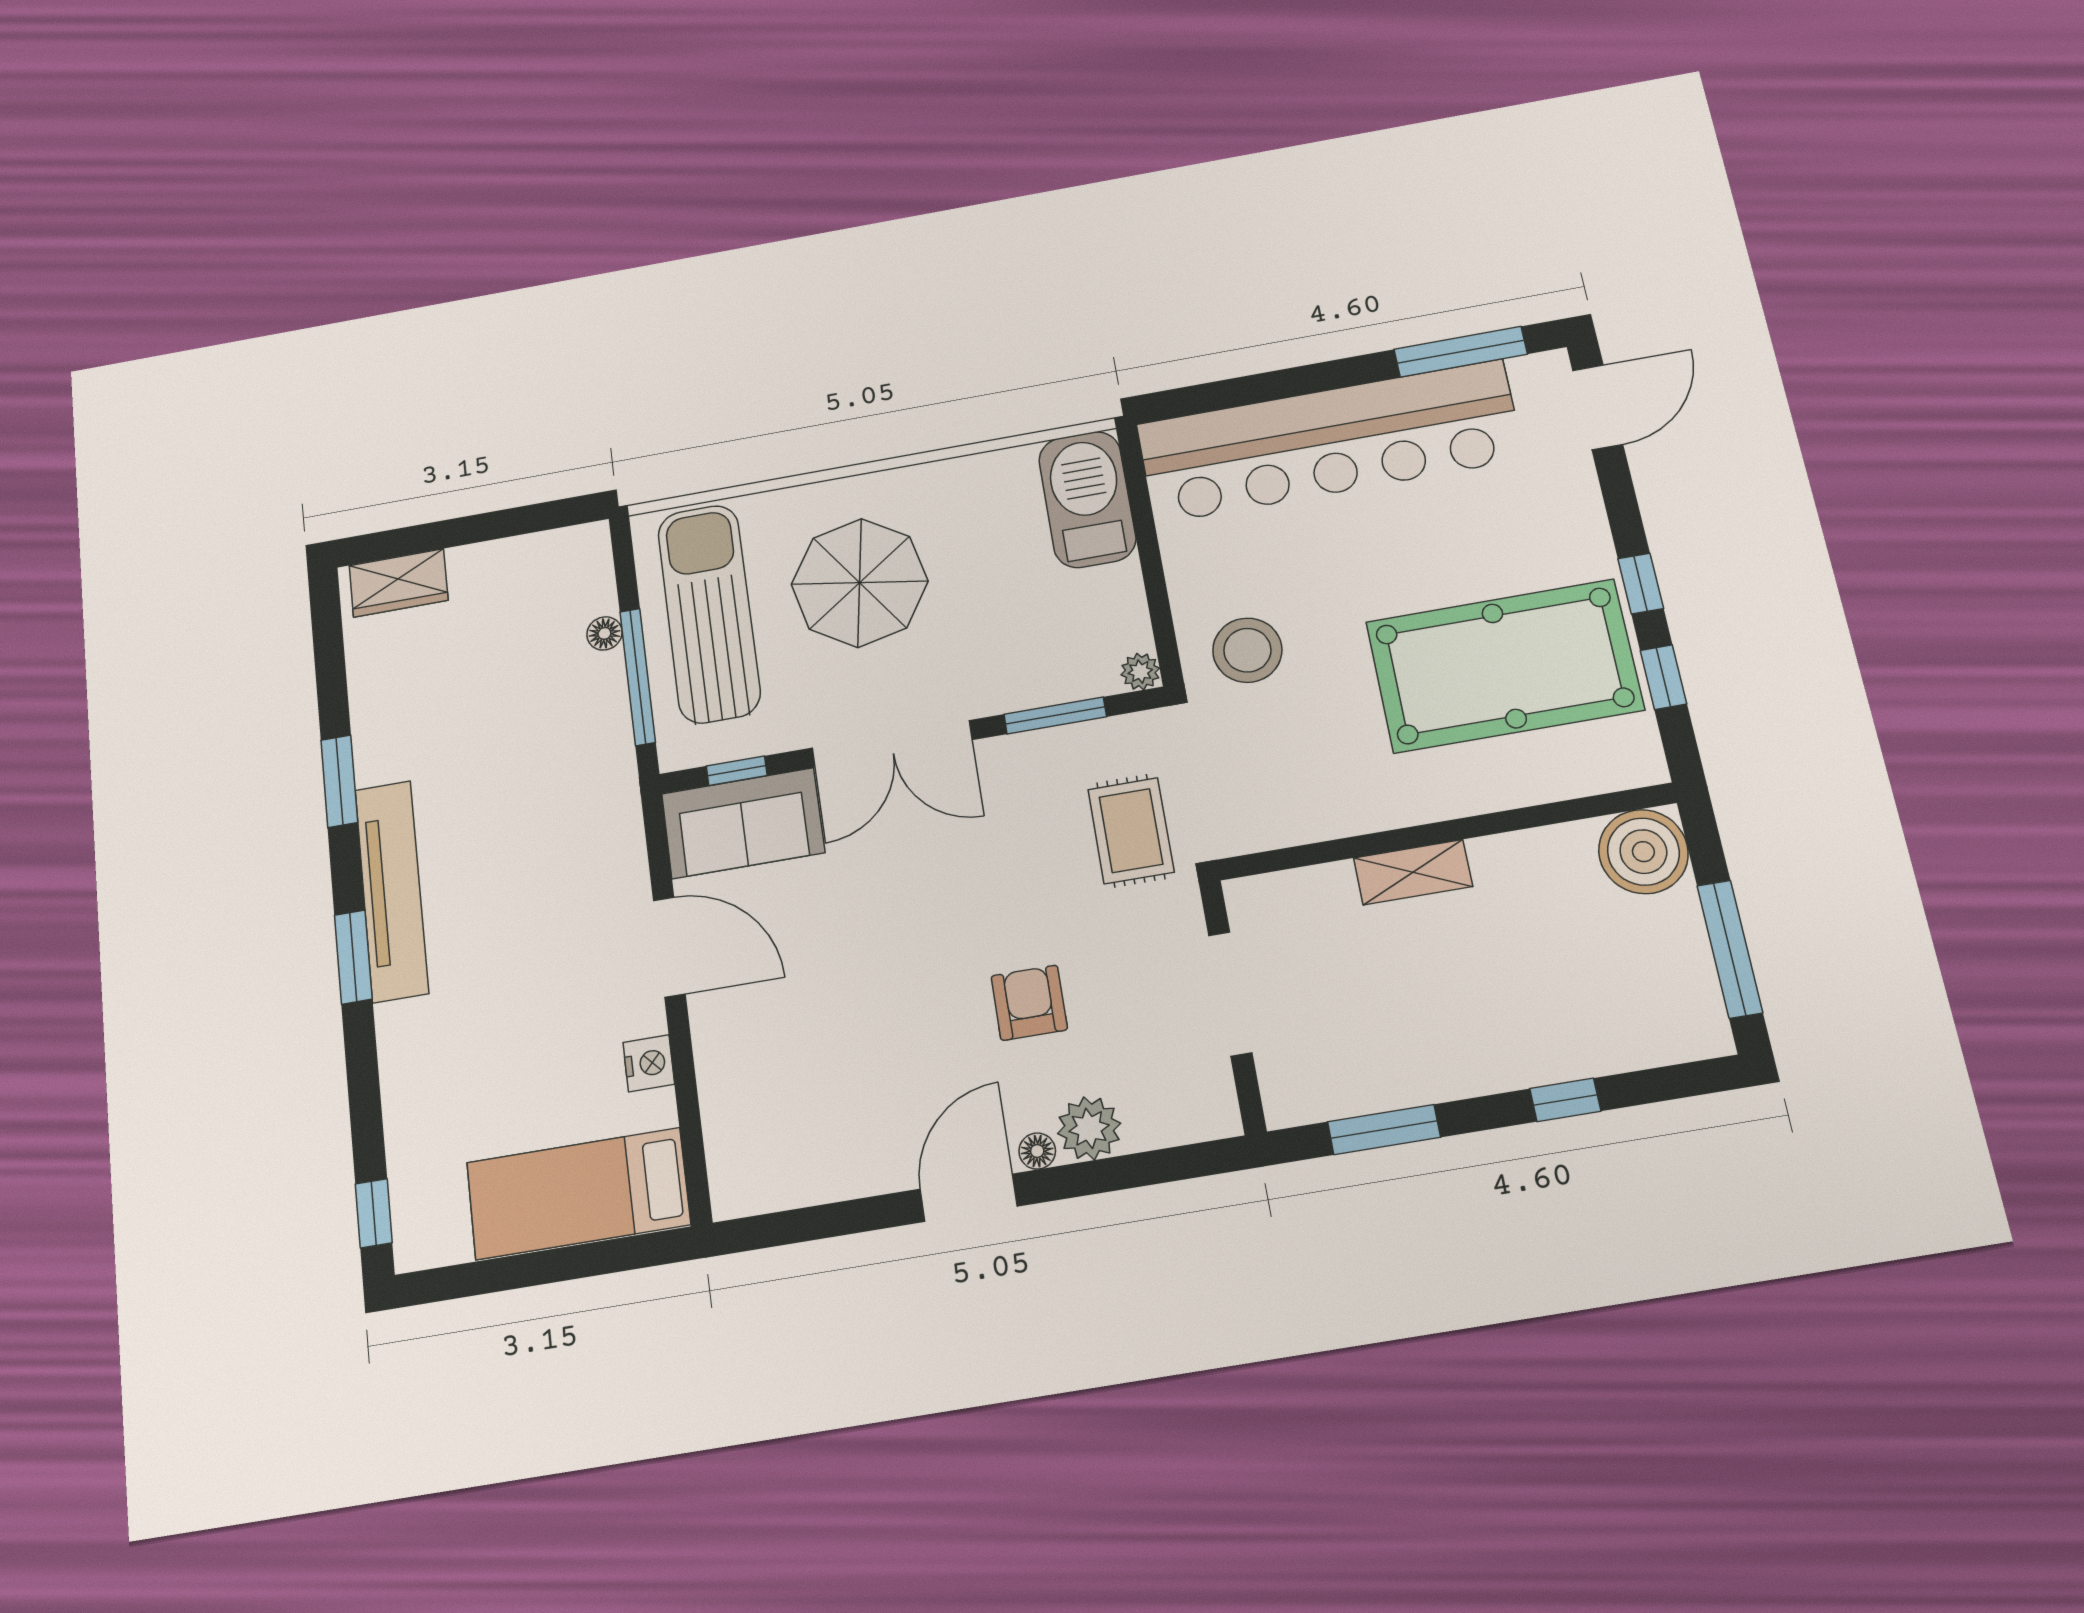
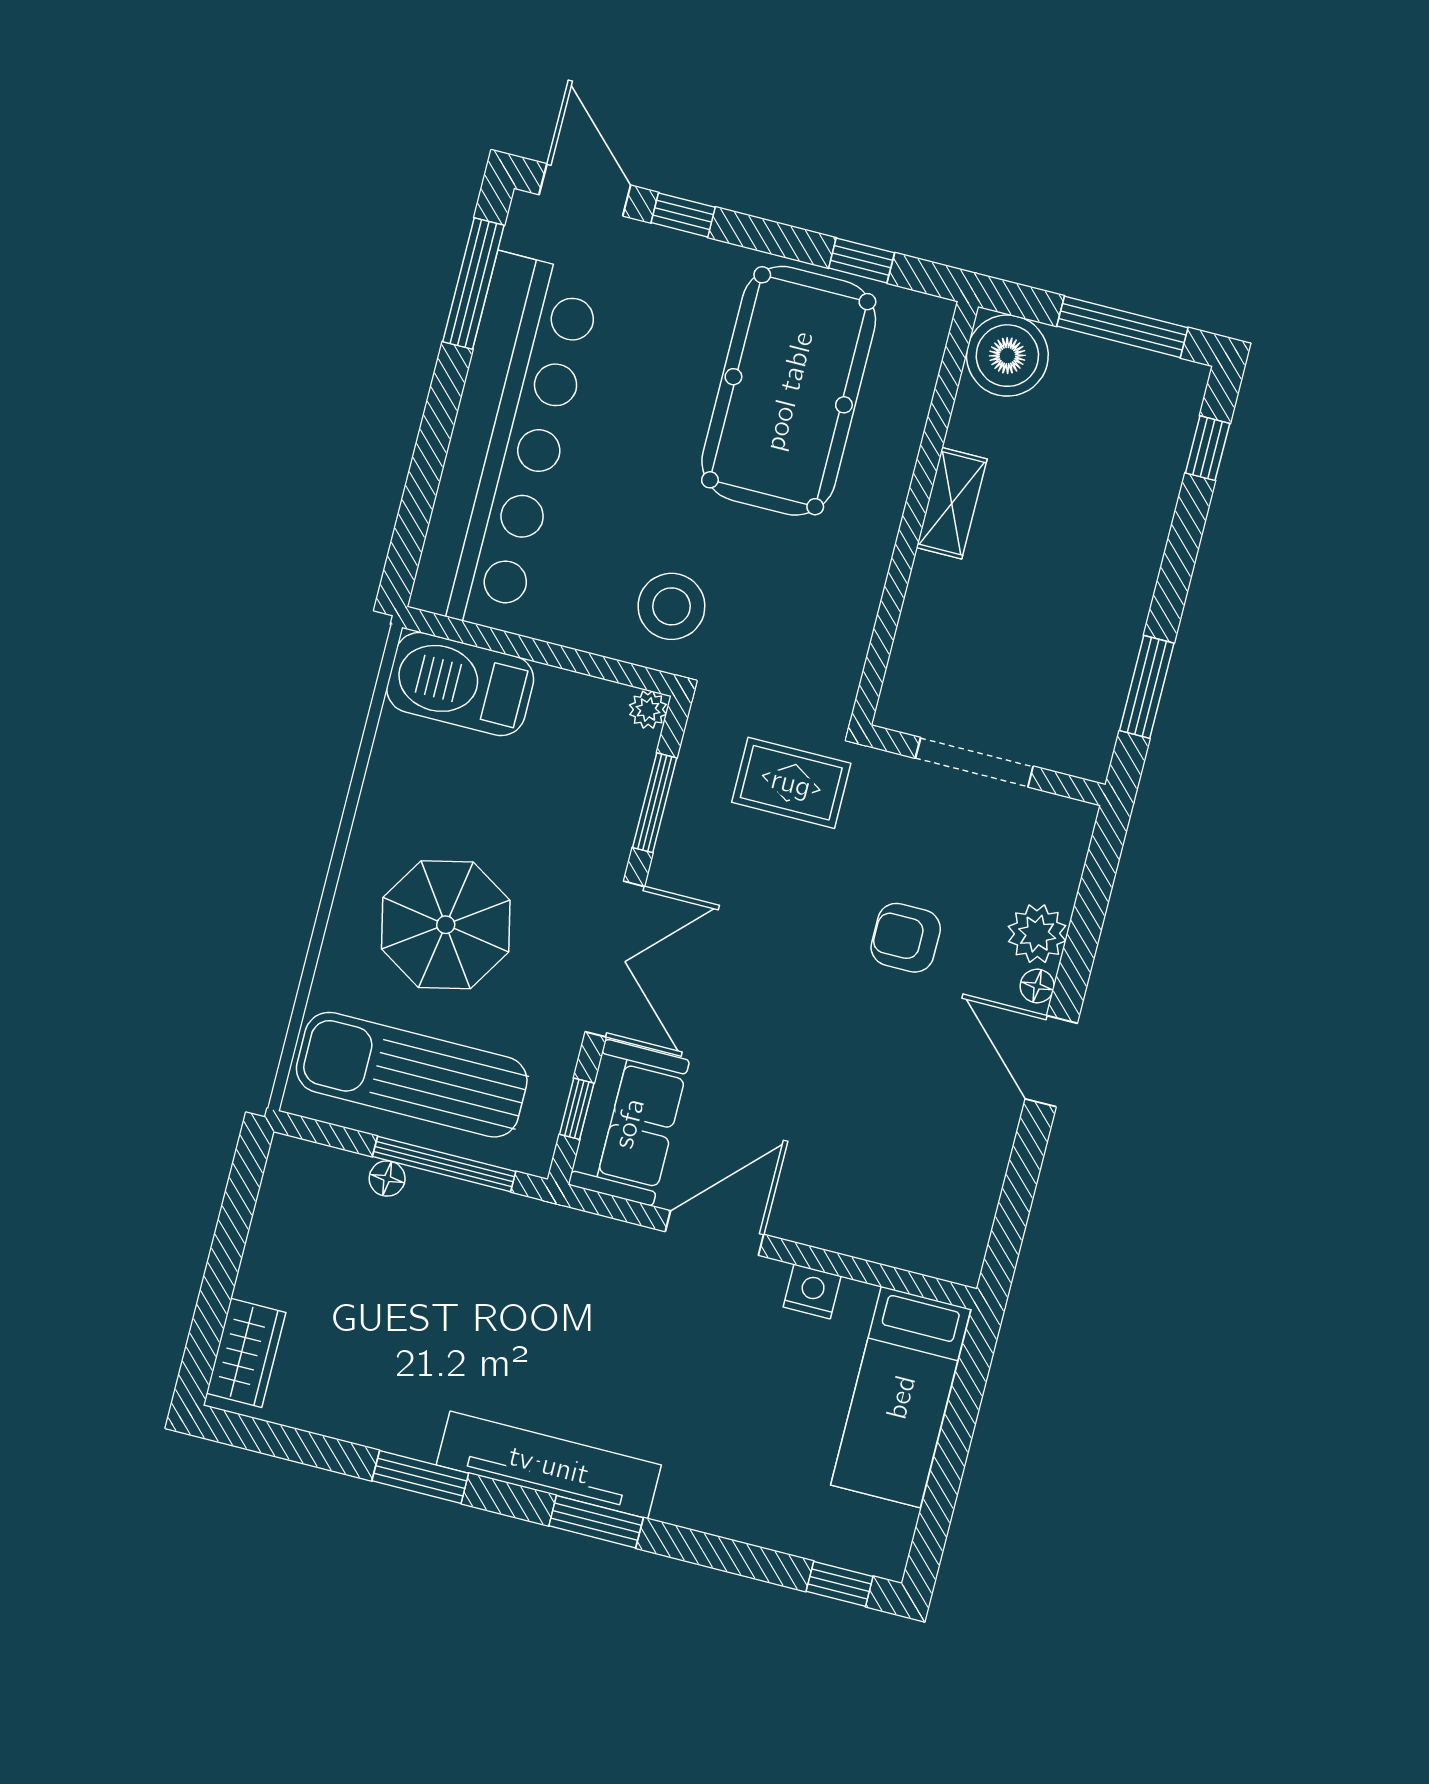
window: (1641, 584) -> (683, 215), moved
shelving: (1413, 872) -> (952, 503), moved
window: (1565, 1100) -> (1208, 448), moved

